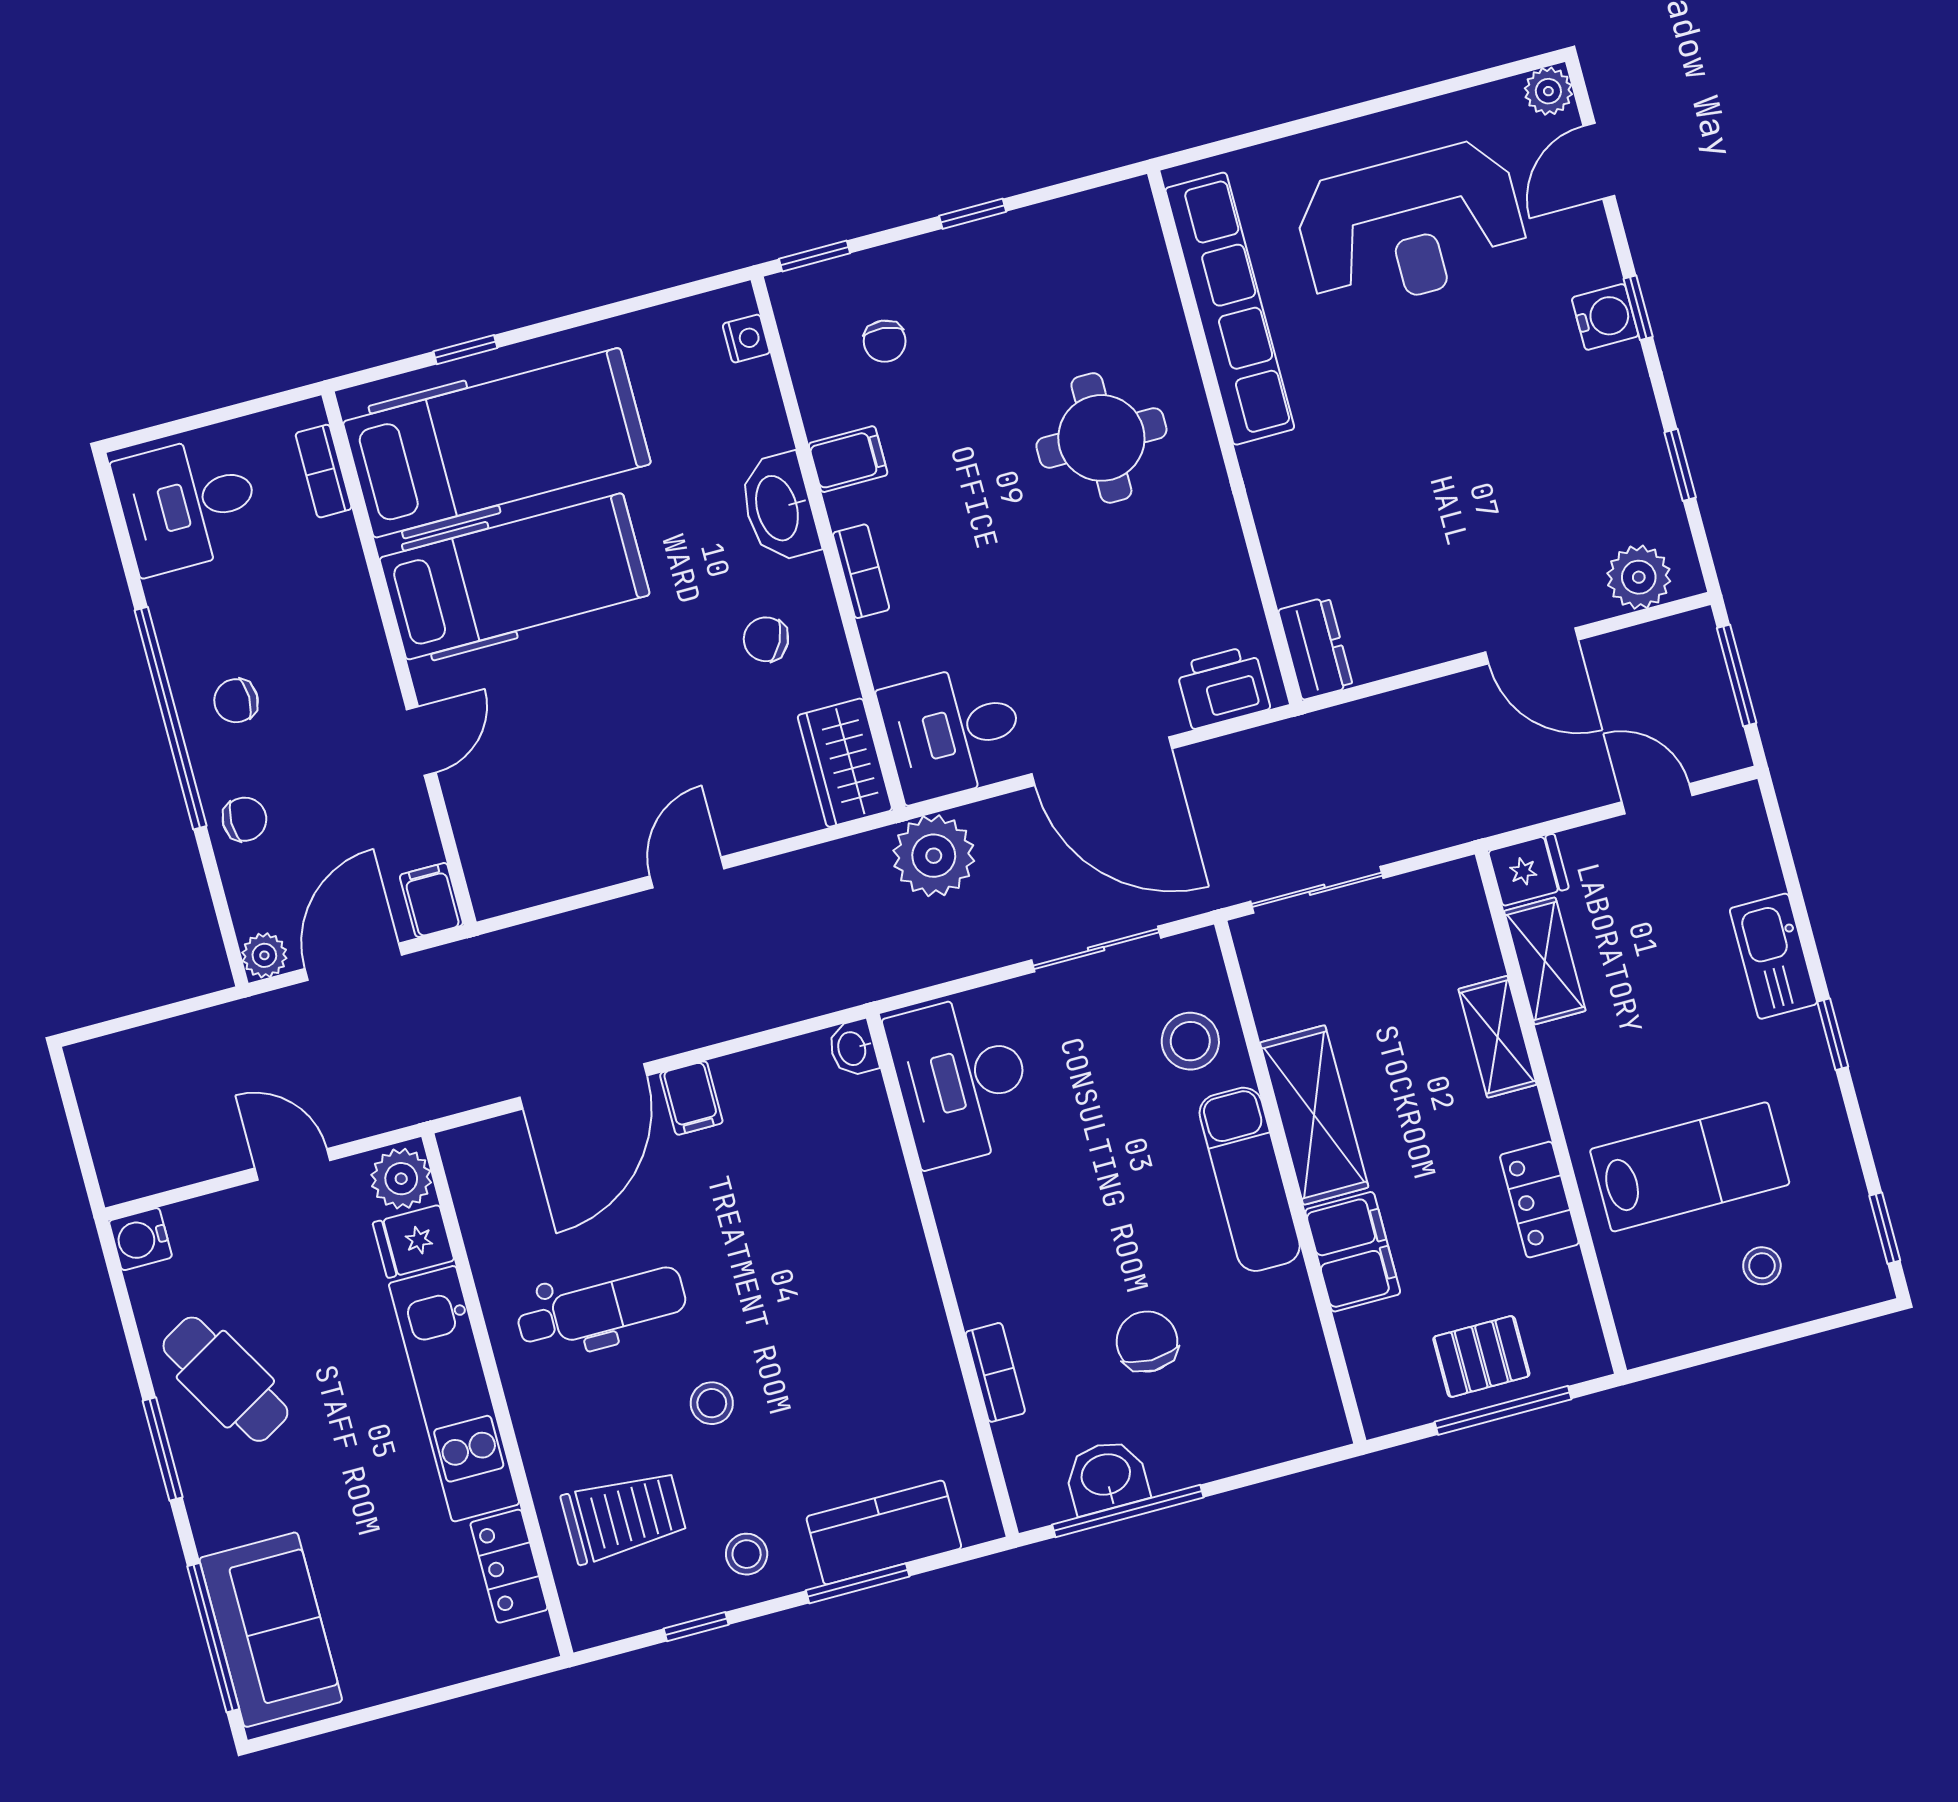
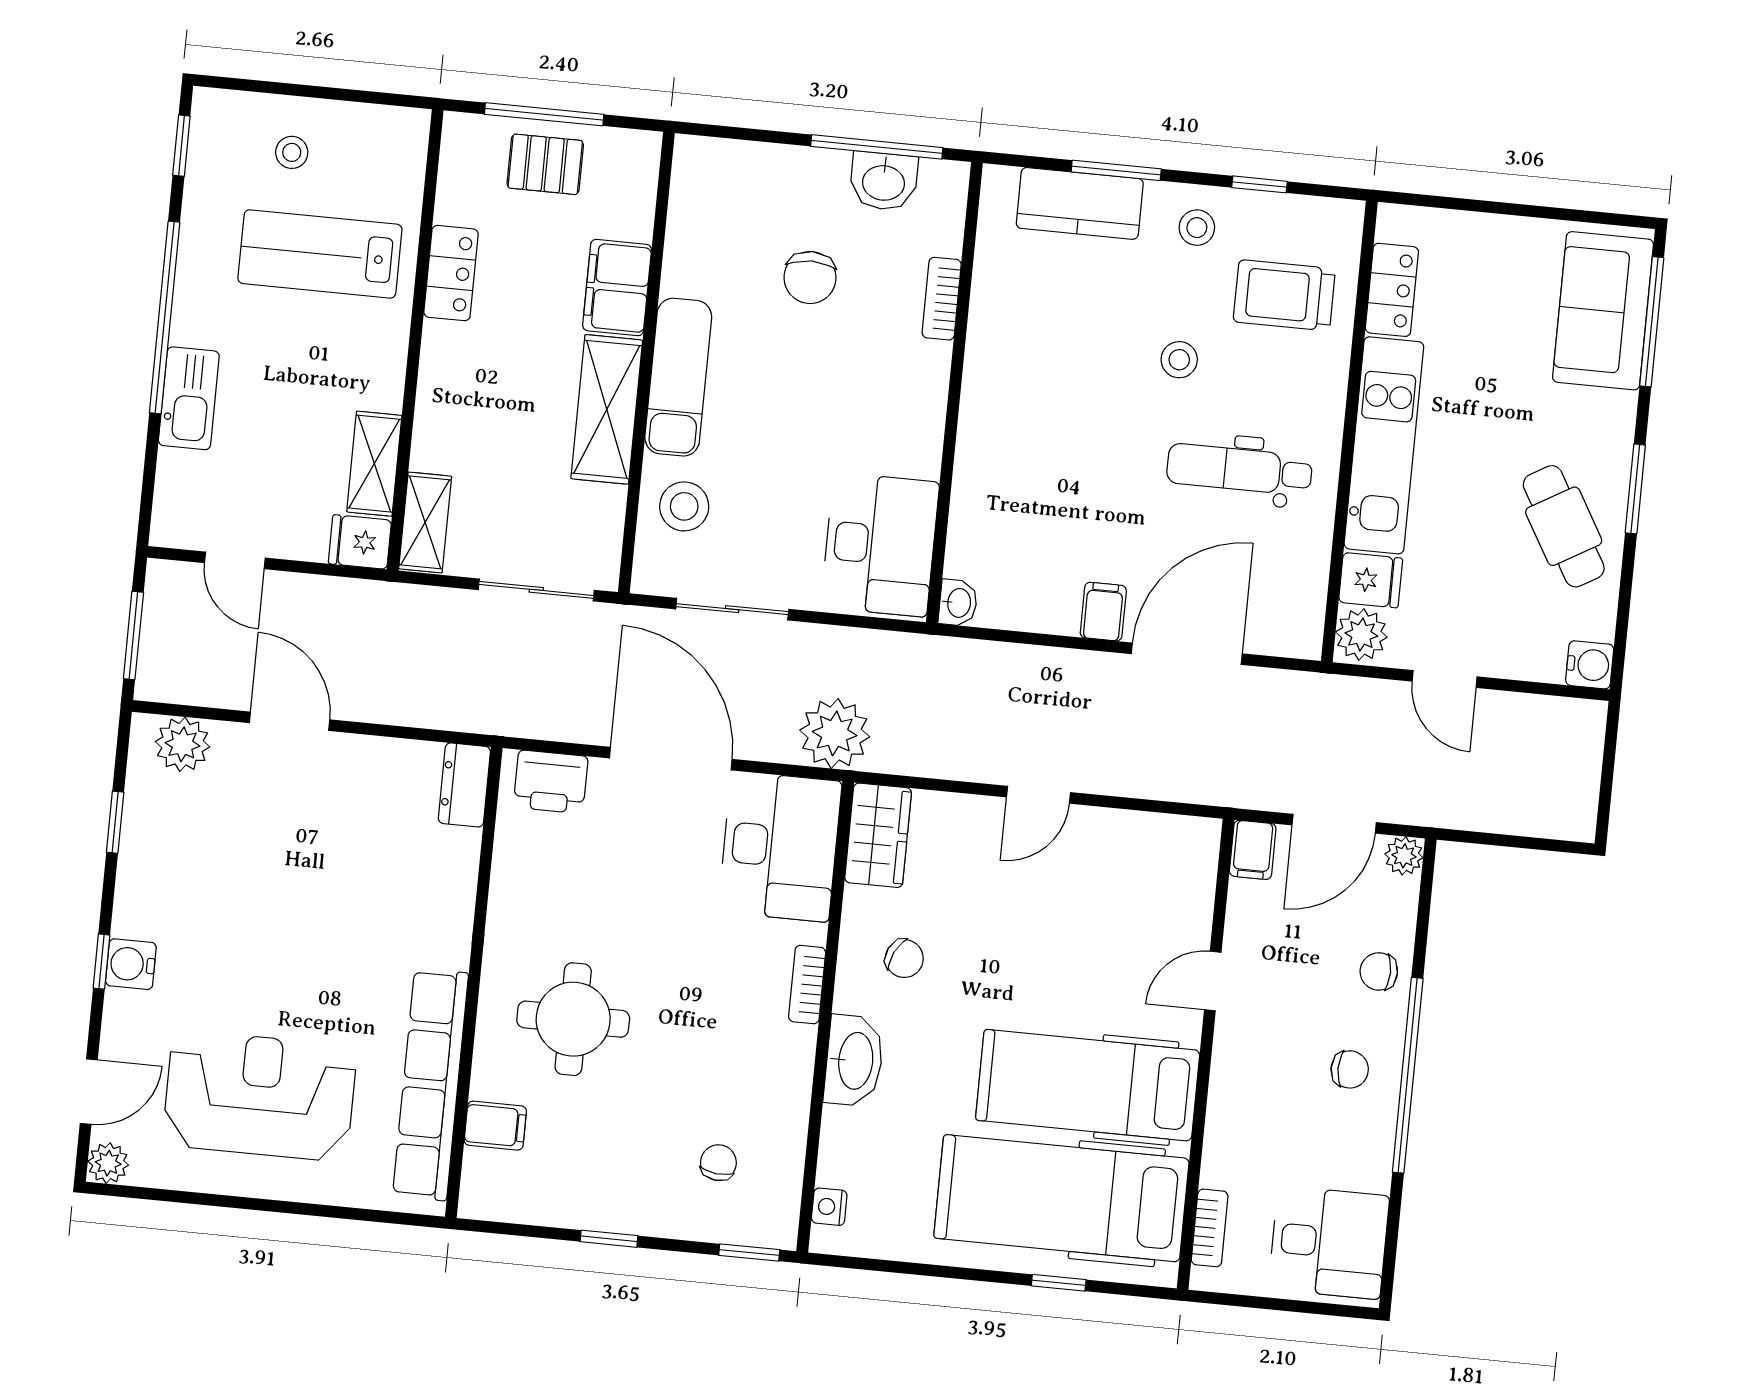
filing cabinet: (848, 459) -> (495, 1126), moved, turned 180
desk: (953, 732) -> (780, 847), width x1.37
window: (1833, 1034) -> (165, 317), width x3.17
shelving: (1497, 1037) -> (425, 522), moved

